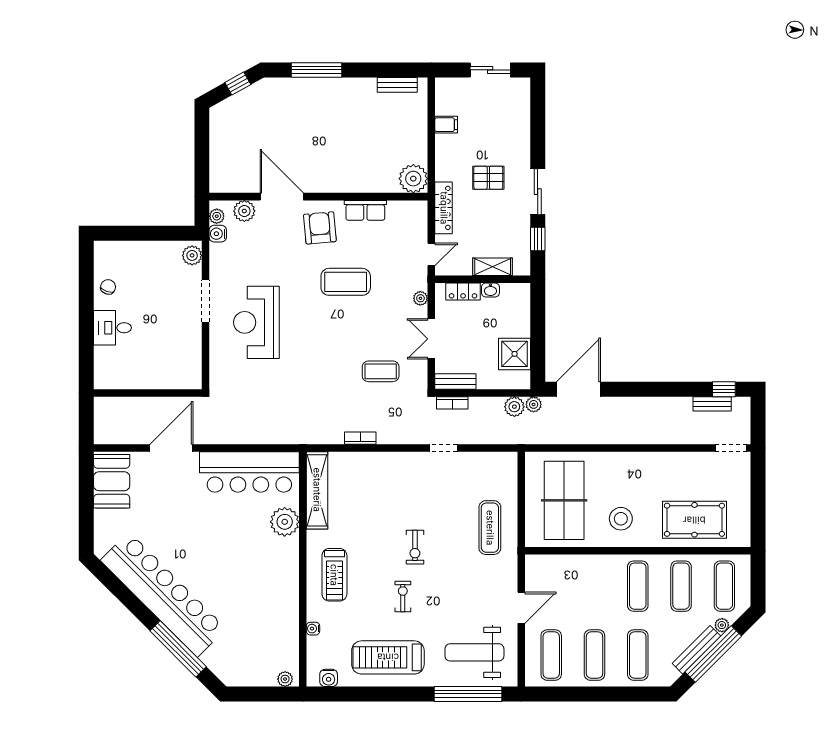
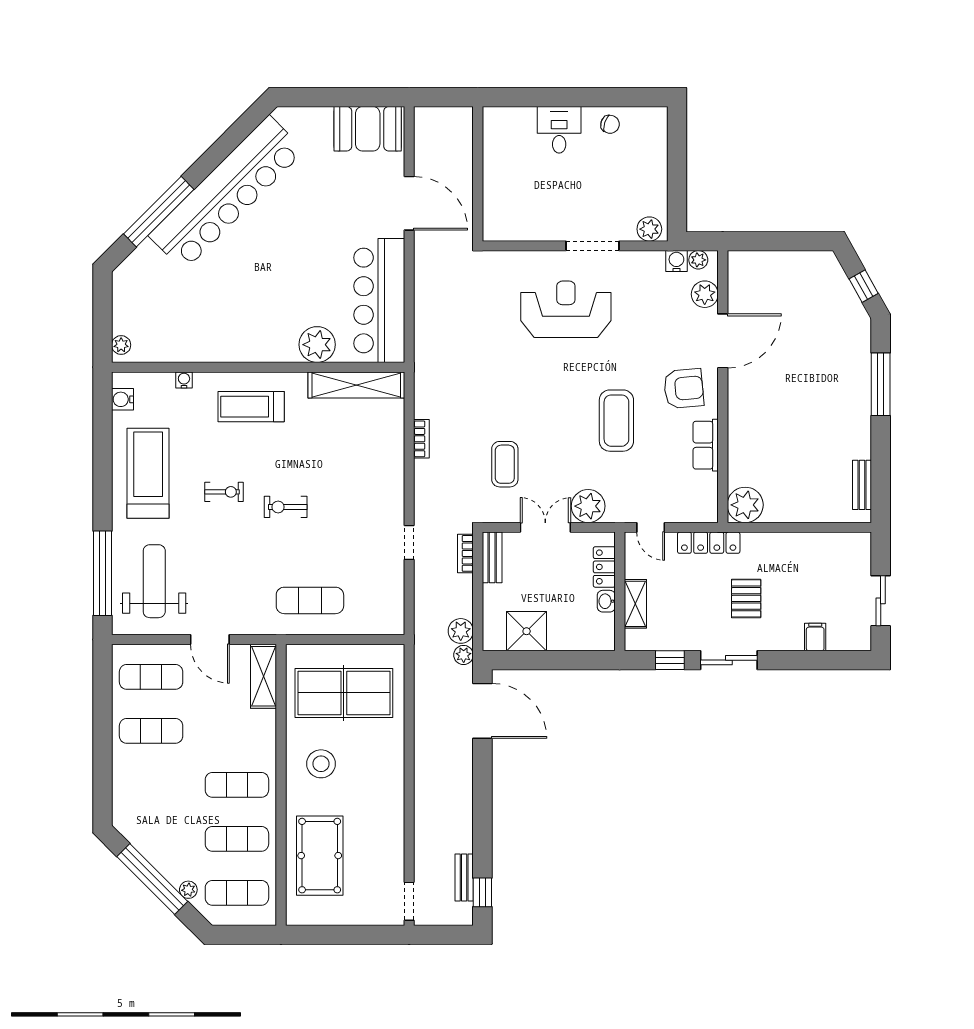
filing cabinet: (446, 125) -> (815, 637), moved, turned 180
plant: (420, 298) -> (588, 506), width x1.88, depth x1.88
shelving: (551, 565) -> (264, 676), added
bench: (696, 650) -> (158, 858), removed
exercise mat: (638, 655) -> (151, 785), removed

